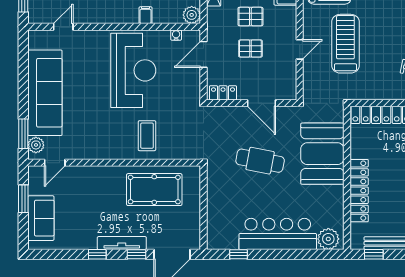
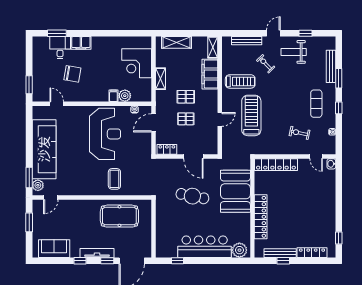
plant: (192, 15) -> (125, 96), moved
door: (63, 27) -> (57, 104), hinge flipped
sofa: (41, 218) -> (54, 249), moved, turned -90
window: (374, 254) -> (283, 261), moved

